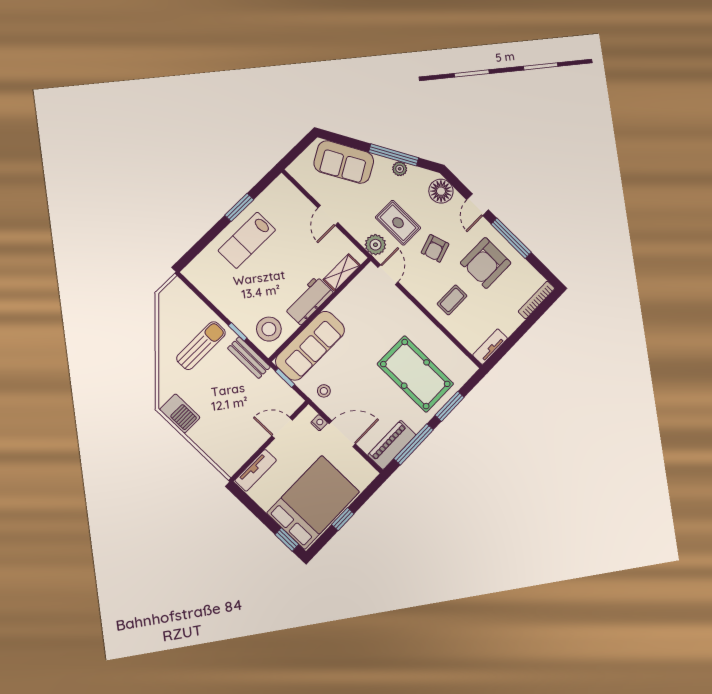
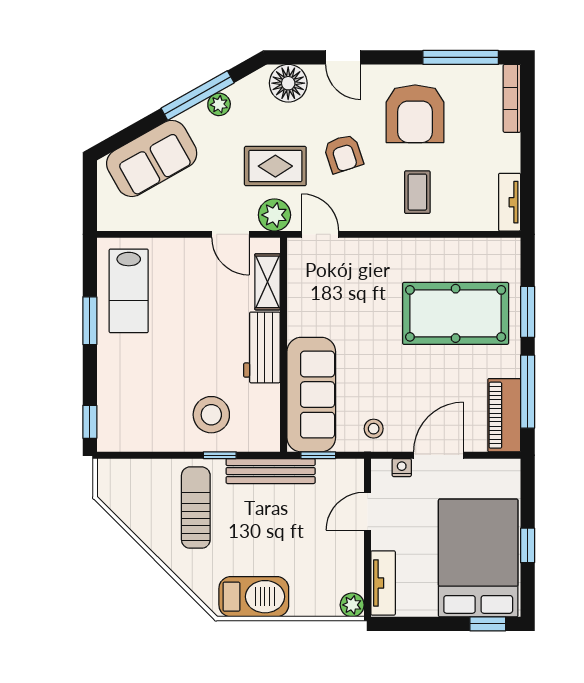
door: (328, 215) -> (231, 234), moved
window: (511, 238) -> (461, 57), moved
lab bench: (247, 240) -> (129, 291), moved
window: (191, 255) -> (90, 422), added
stool: (269, 329) -> (211, 415), moved
bench: (249, 358) -> (271, 471), width x1.36
barbecue: (180, 414) -> (254, 597), width x1.37, depth x1.21
plant: (230, 467) -> (352, 605), added

